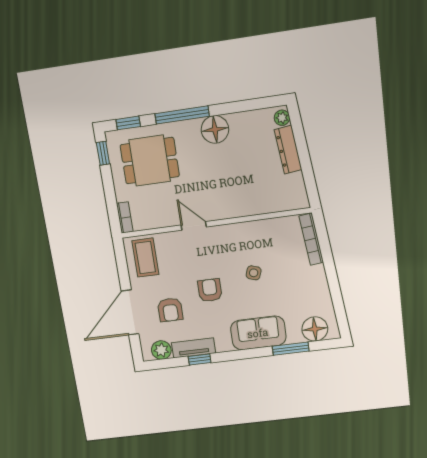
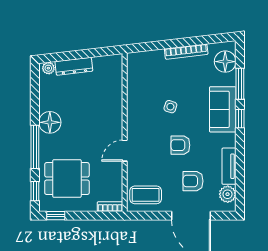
dining table: (150, 161) -> (67, 179), turned 90
bookcase: (311, 239) -> (186, 52), moved
armchair: (170, 310) -> (193, 181), turned 180
window: (200, 359) -> (240, 119), moved

